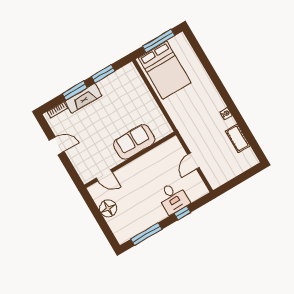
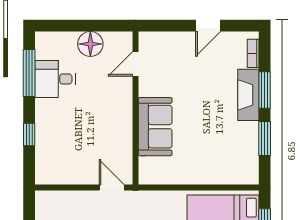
door: (193, 161) -> (112, 187), moved
desk: (173, 198) -> (55, 79), moved

